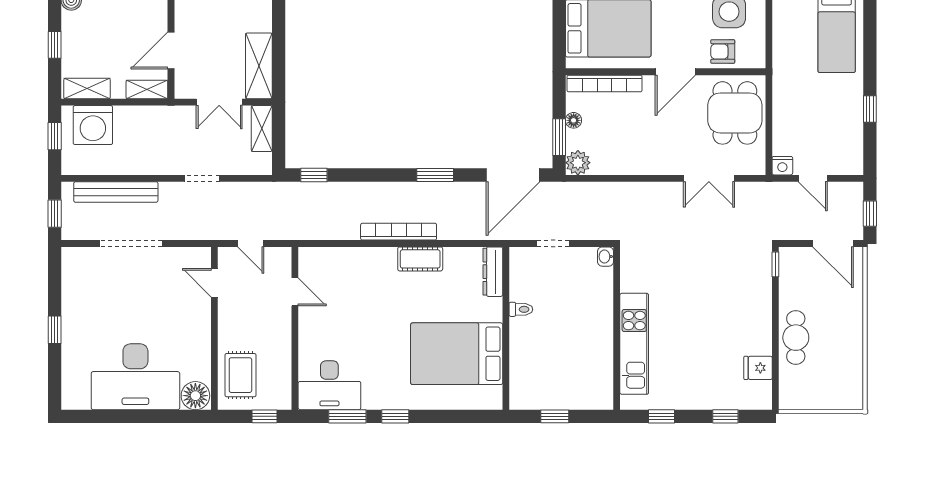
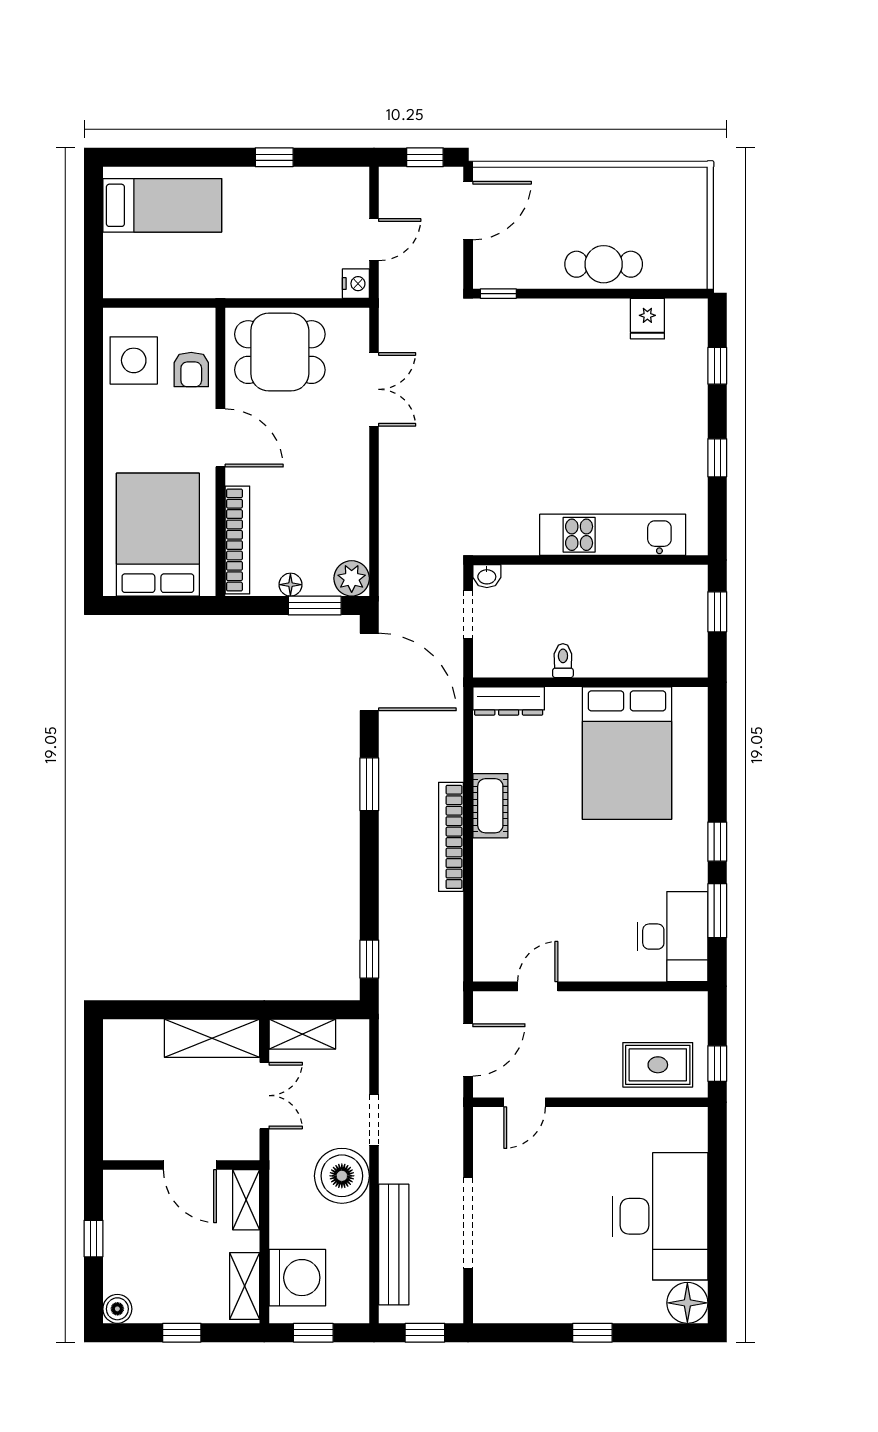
boiler: (163, 156) -> (342, 1176), added
door: (251, 243) -> (468, 1050), width x1.37
washbasin: (606, 257) -> (487, 576), moved
wall: (617, 328) -> (590, 560), moved
kitchen unit: (634, 344) -> (613, 535), moved
floor lamp: (195, 396) -> (687, 1303), moved
window: (265, 416) -> (717, 1064), moved

